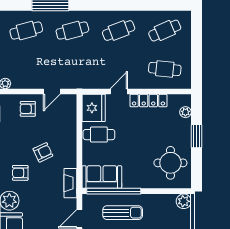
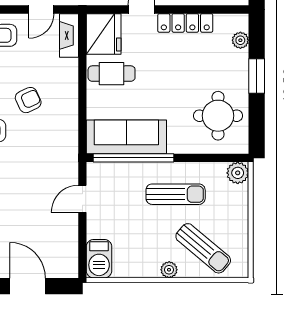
sofa: (102, 177) -> (126, 137), width x1.36
fireplace: (70, 183) -> (69, 35), moved
sun lounger: (123, 213) -> (176, 194), moved

